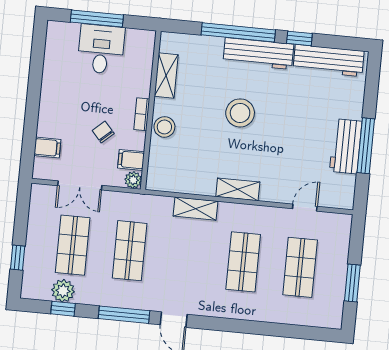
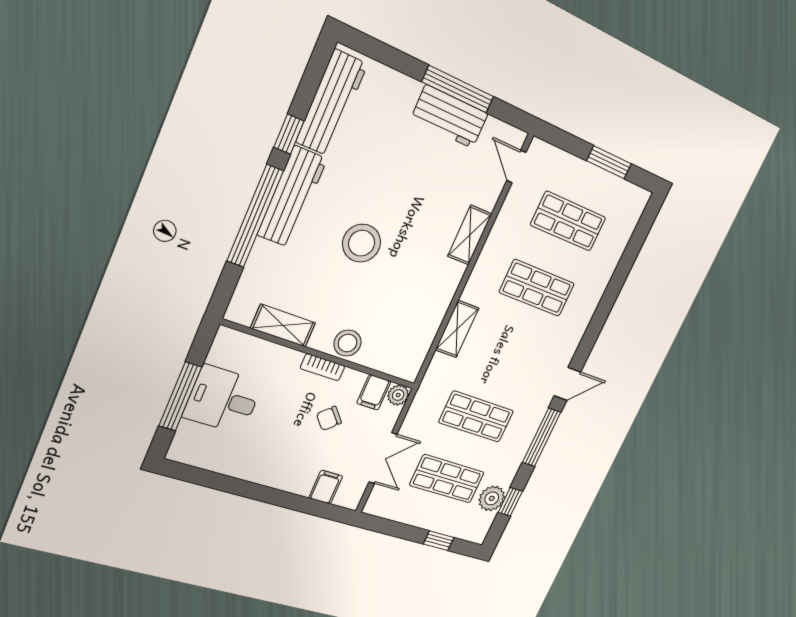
shelving: (238, 189) -> (470, 235), moved
door: (305, 208) -> (516, 166), moved

